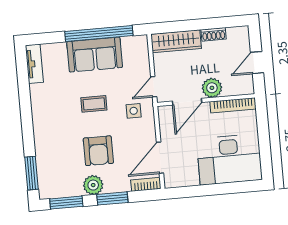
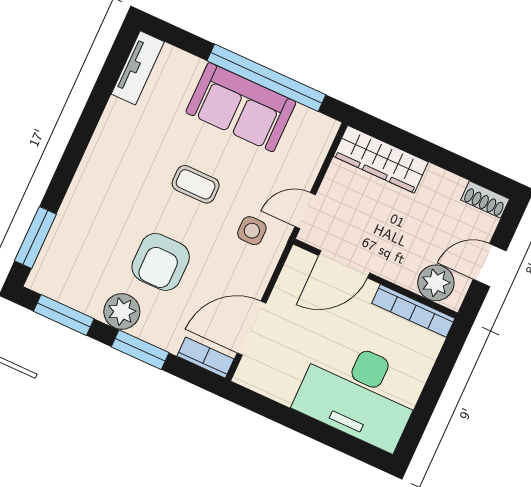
shoe rack: (214, 34) -> (485, 199), moved
plant: (212, 88) -> (436, 283), moved

